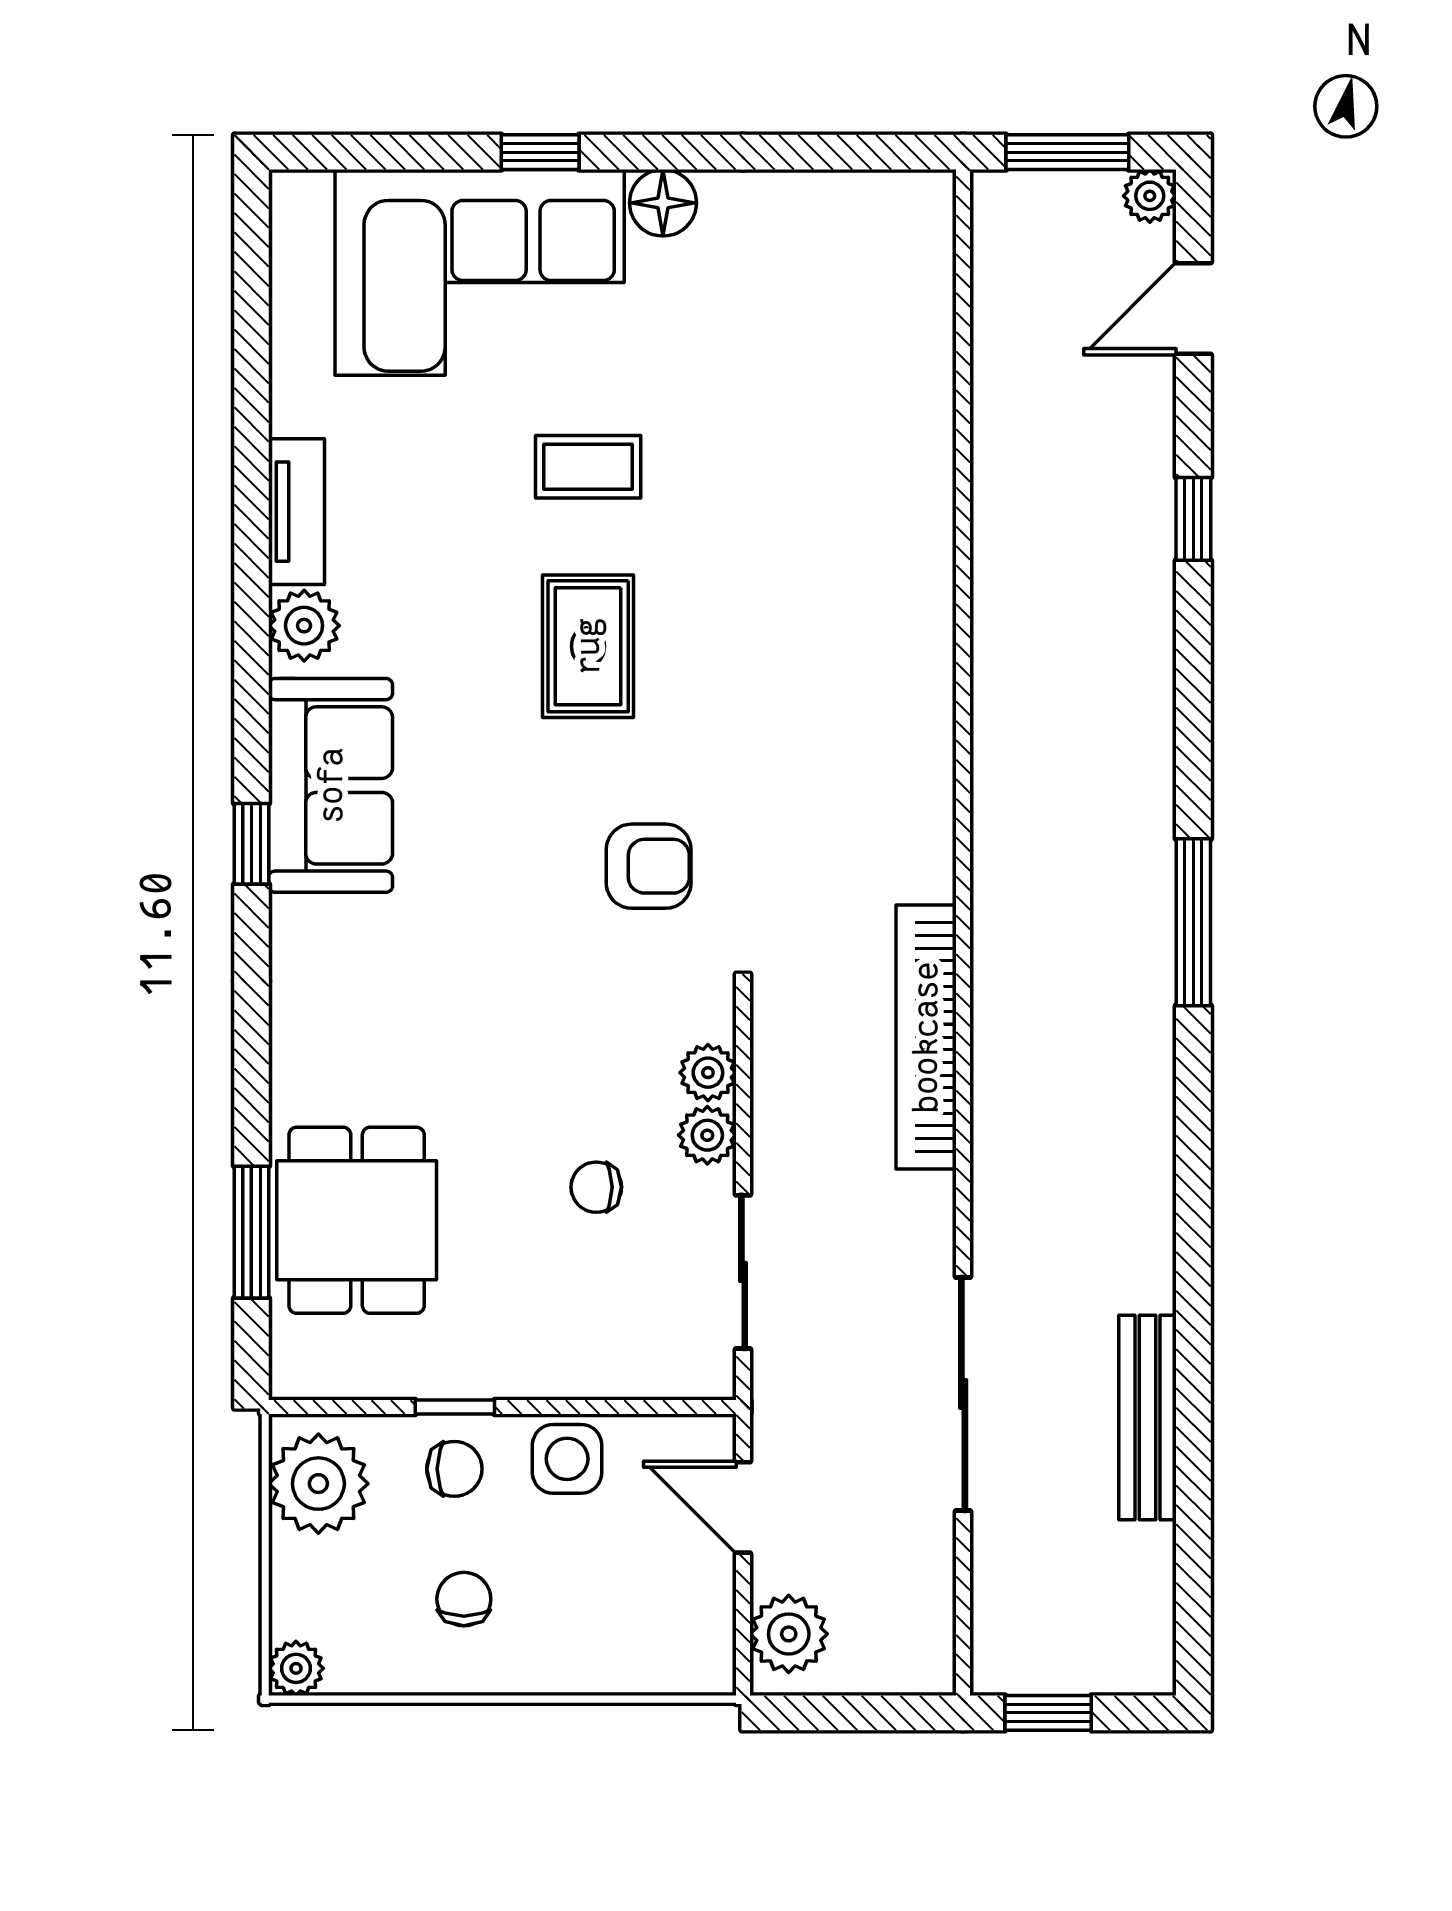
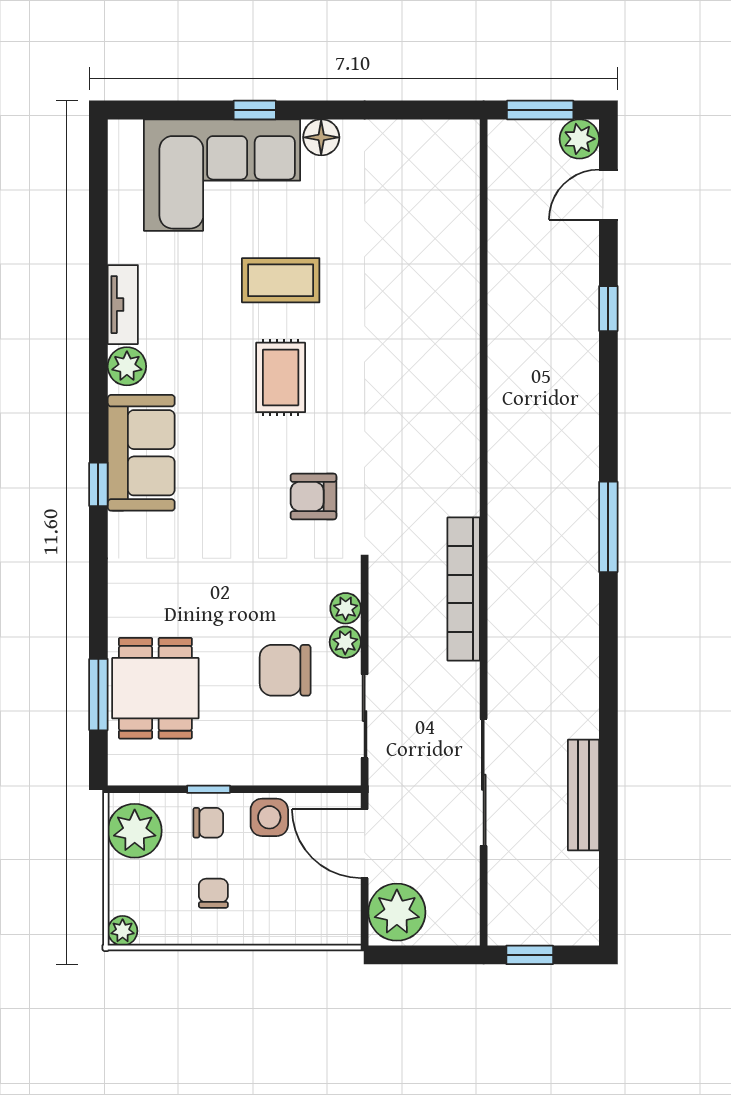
plant: (1150, 196) -> (579, 139), width x1.38, depth x1.38
coffee table: (588, 467) -> (281, 280), width x1.36, depth x1.30
armchair: (649, 866) -> (313, 497), turned 180
chair: (596, 1187) -> (285, 670), width x1.87, depth x1.87
door: (743, 1507) -> (365, 844), width x1.38
plant: (789, 1634) -> (397, 912), width x1.36, depth x1.36

